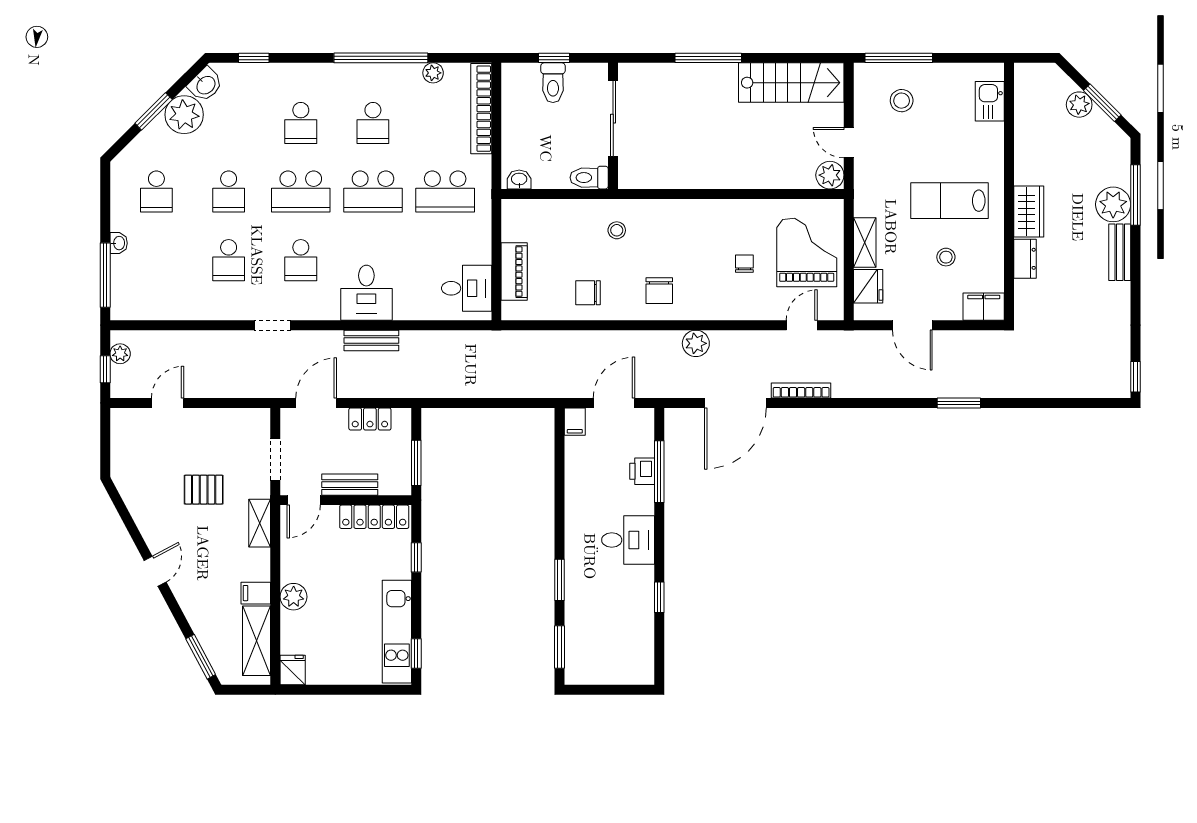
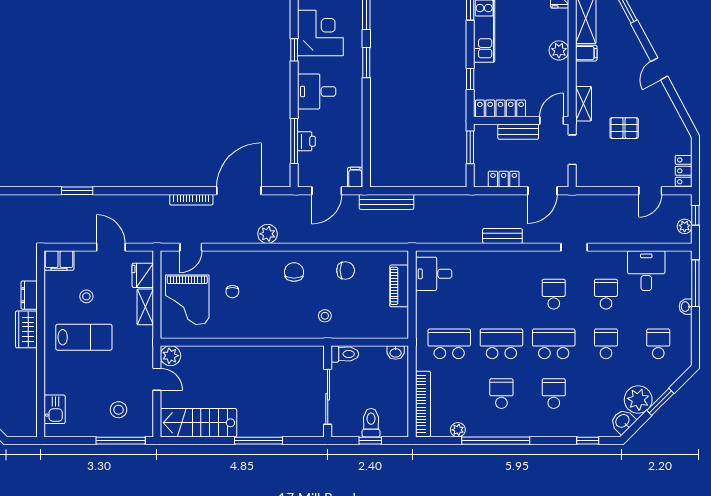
desk: (366, 293) -> (646, 271), moved
bench: (532, 388) -> (387, 202), added
locker: (121, 430) -> (684, 171), added
corner desk: (623, 621) -> (320, 33), added

